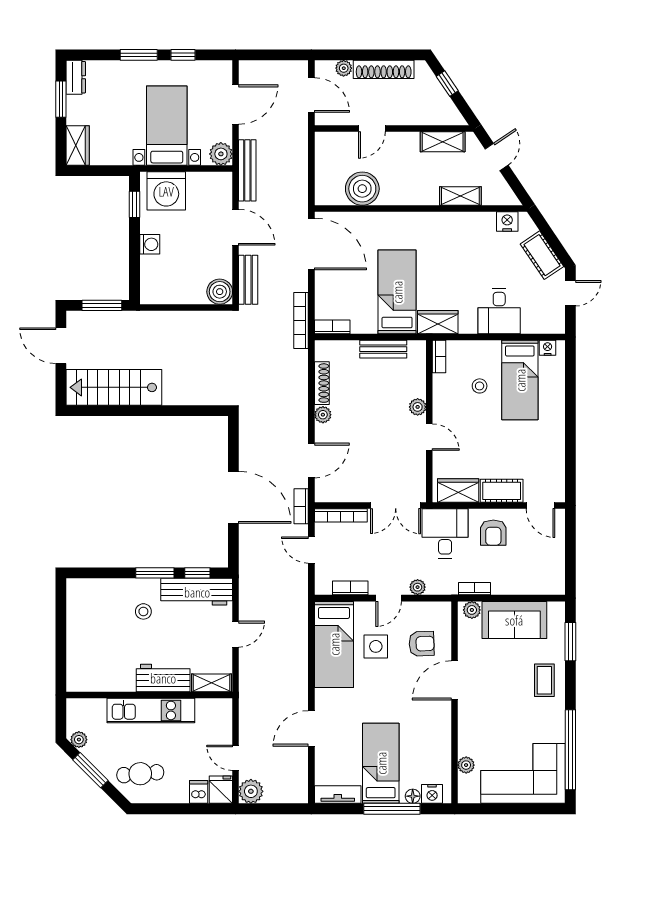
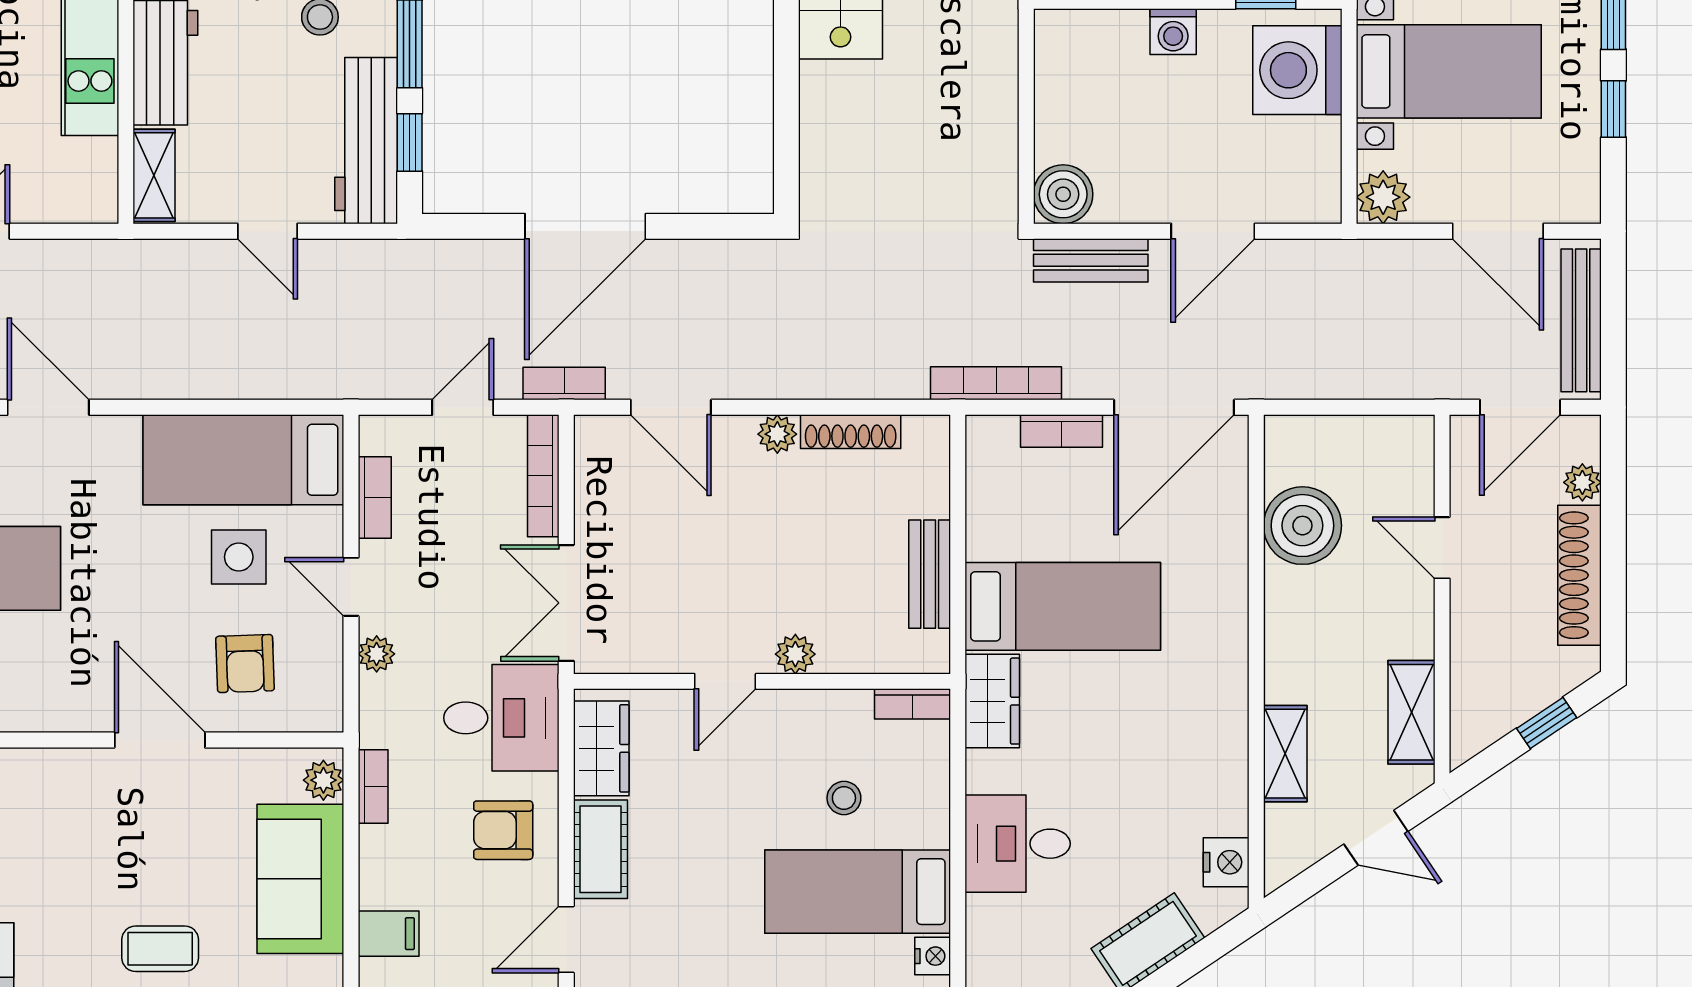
bench: (247, 170) -> (1581, 320), moved, turned 90
bookcase: (332, 327) -> (1061, 431), moved, turned 90
filing cabinet: (538, 582) -> (389, 934), added

